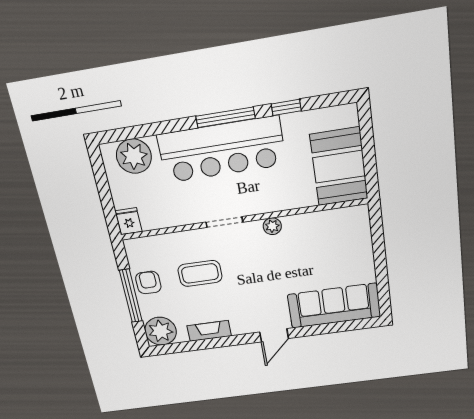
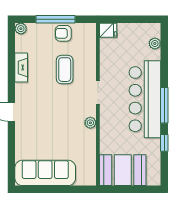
plant: (134, 156) -> (155, 43), width x0.53, depth x0.53
armchair: (148, 283) -> (63, 33), turned 180
sofa: (334, 306) -> (45, 173), moved, turned -90
plant: (161, 331) -> (21, 29), width x0.53, depth x0.53

